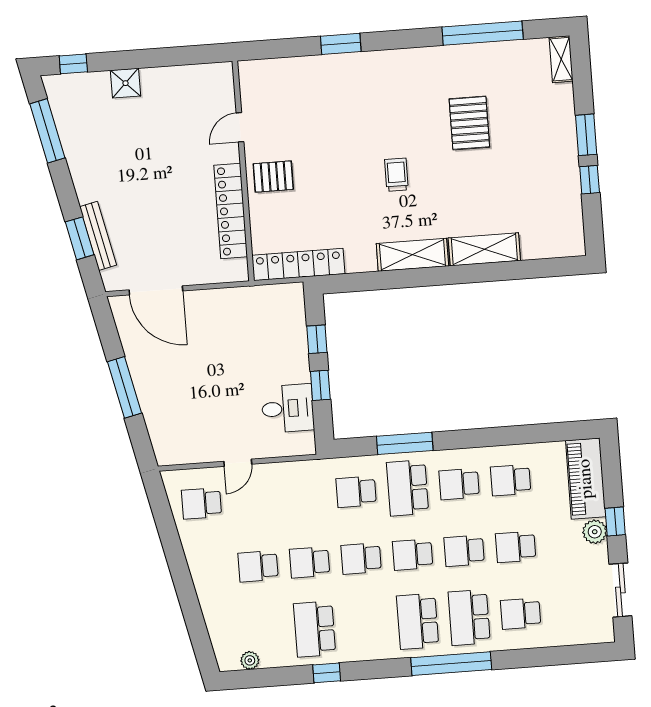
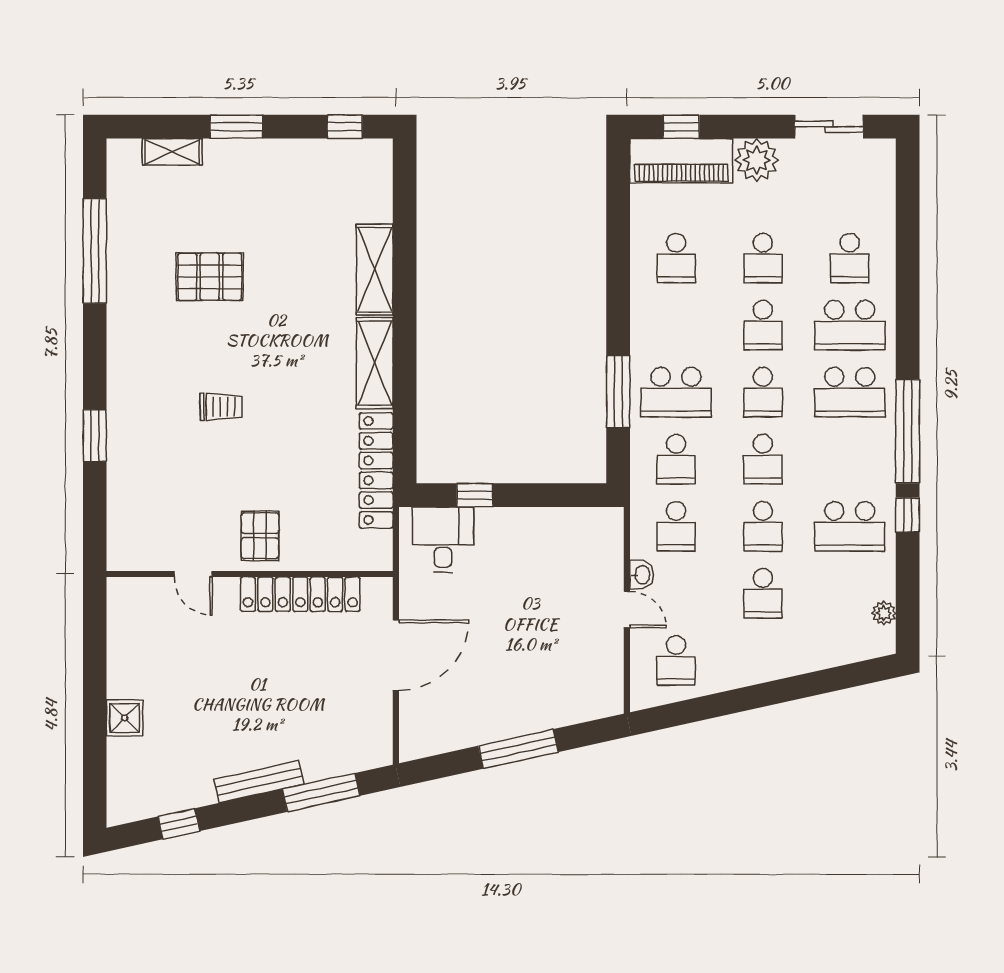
shelving: (561, 59) -> (172, 152), moved
window: (73, 64) -> (95, 784), removed
window: (47, 131) -> (179, 824), width x0.46
trolley: (396, 175) -> (221, 407), moved, turned 180
window: (590, 180) -> (345, 127), moved
bench: (98, 236) -> (259, 782), moved
window: (80, 238) -> (321, 792), width x1.44
locker: (298, 264) -> (376, 470), moved
door: (156, 290) -> (396, 655), moved
window: (320, 385) -> (535, 495), removed
desk: (288, 408) -> (443, 540), moved
washbasin: (265, 472) -> (642, 575), added
school desk: (459, 484) -> (676, 526), moved
window: (615, 522) -> (681, 127), moved
plant: (595, 532) -> (757, 160), width x1.36, depth x1.36
window: (451, 664) -> (908, 431), moved

